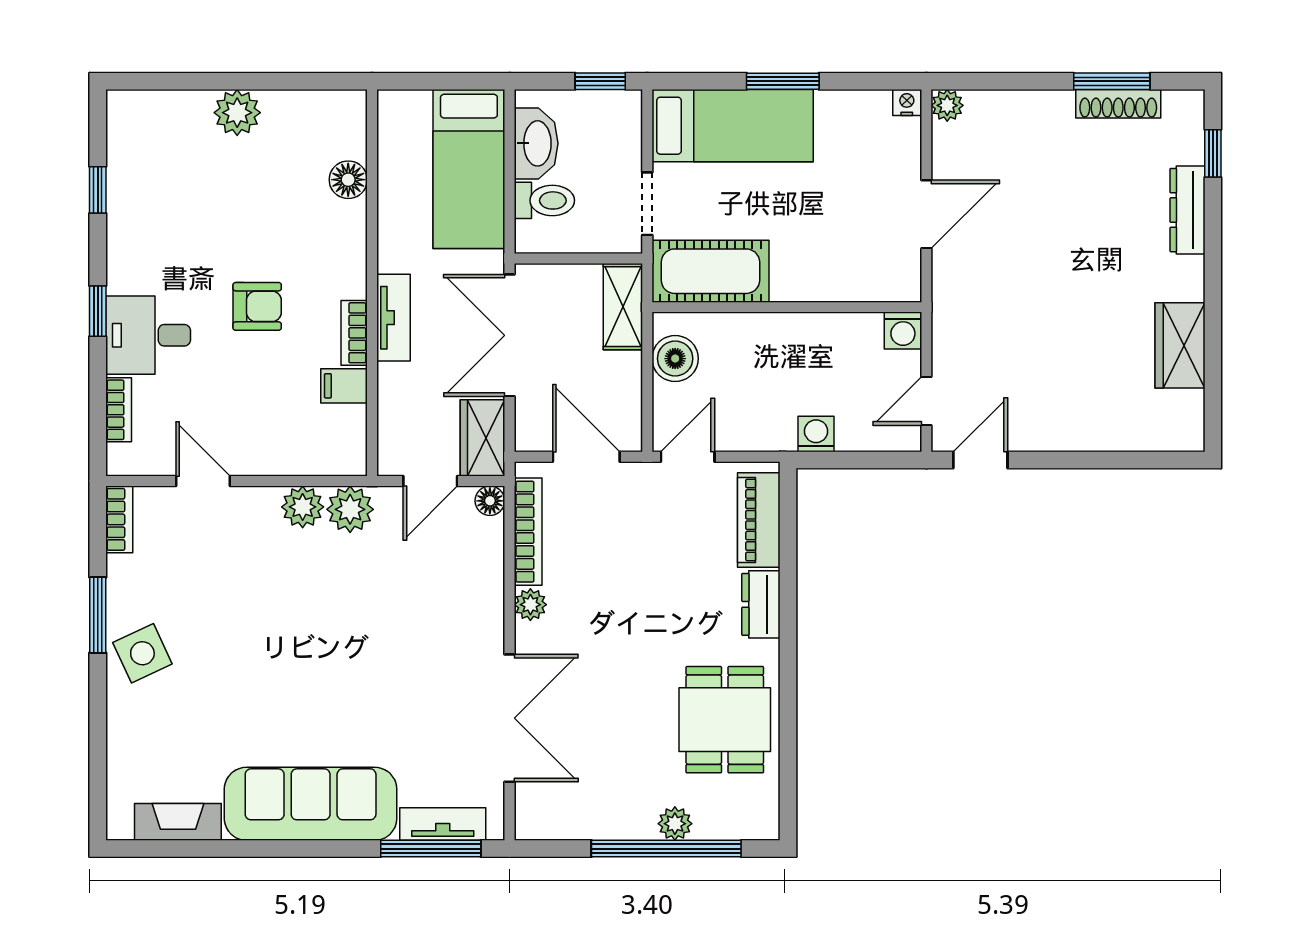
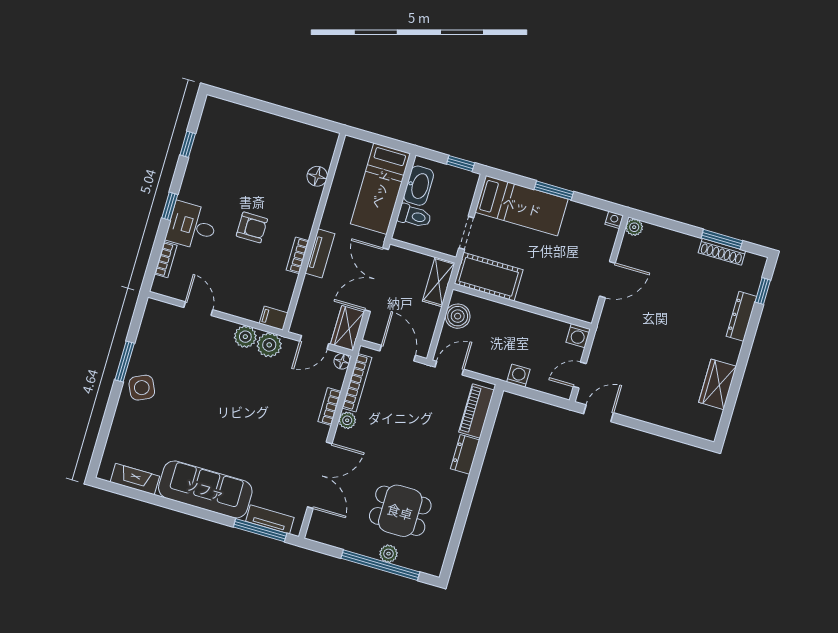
plant: (237, 113) -> (270, 125), removed
filing cabinet: (344, 386) -> (274, 318), moved
bookcase: (119, 519) -> (330, 407), moved, turned 180
dining table: (725, 720) -> (400, 511), moved, turned 90

